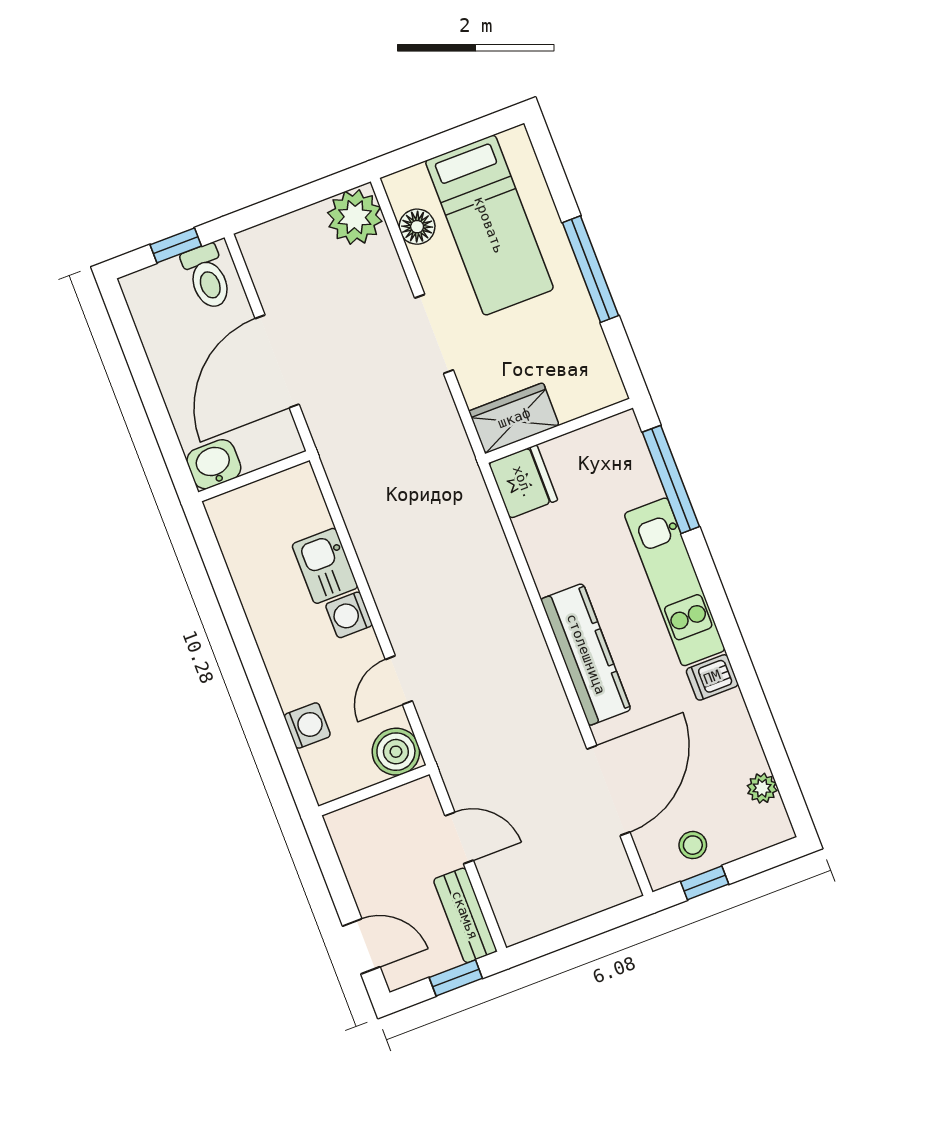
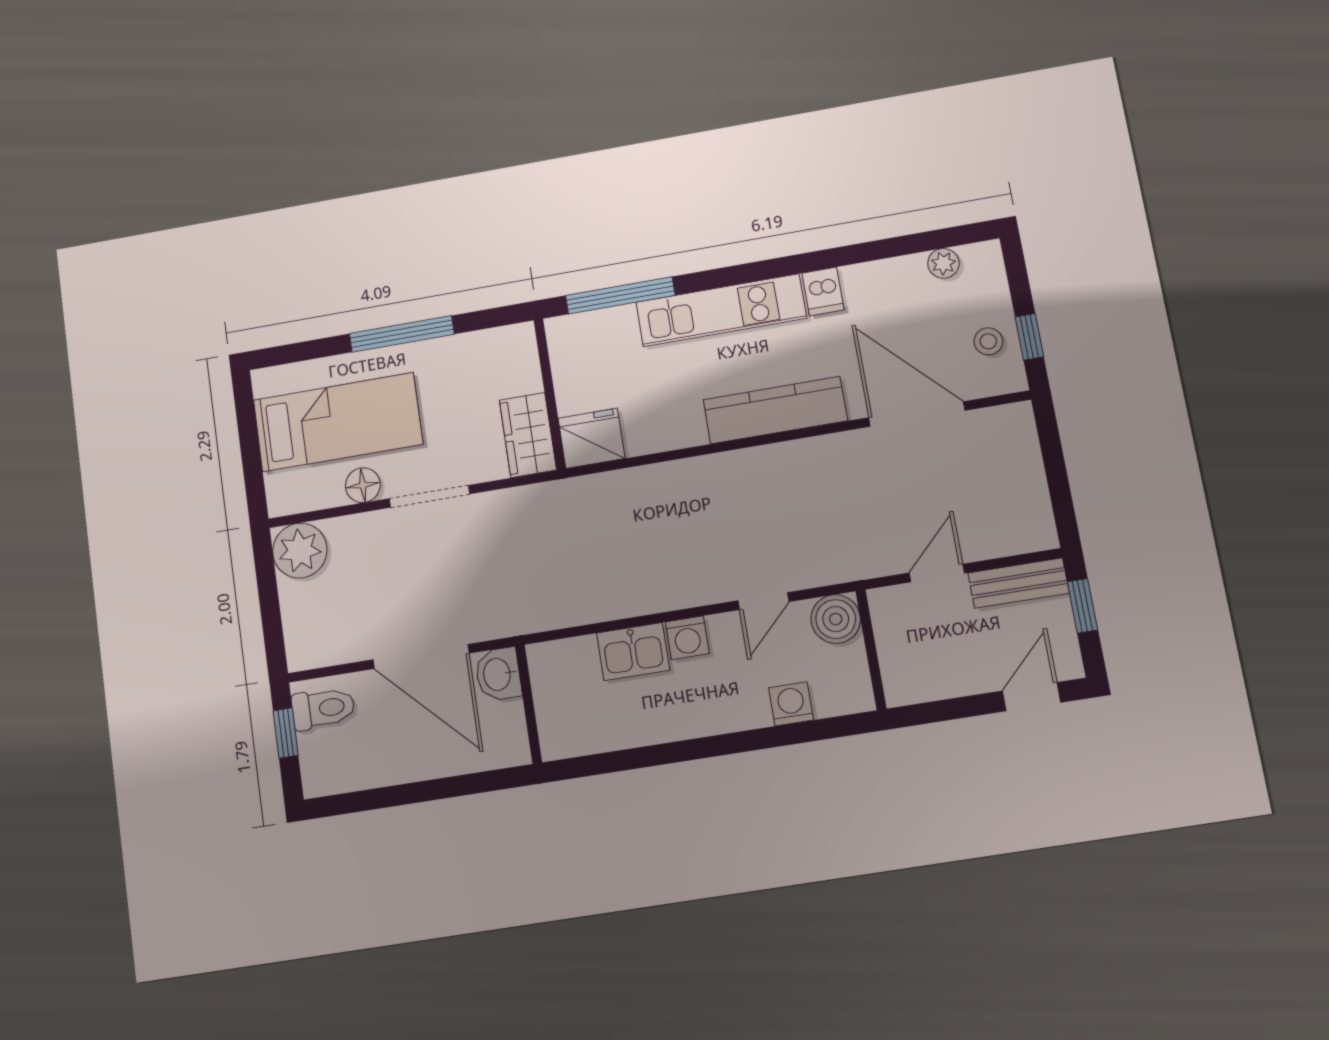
floor lamp: (417, 227) -> (363, 485), moved
washbasin: (214, 464) -> (498, 674), moved
door: (399, 680) -> (763, 601), hinge flipped

